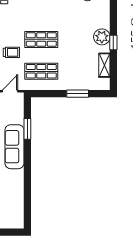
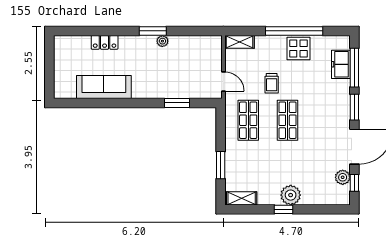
shelving: (104, 65) -> (242, 198), moved
sofa: (14, 147) -> (104, 87), moved

